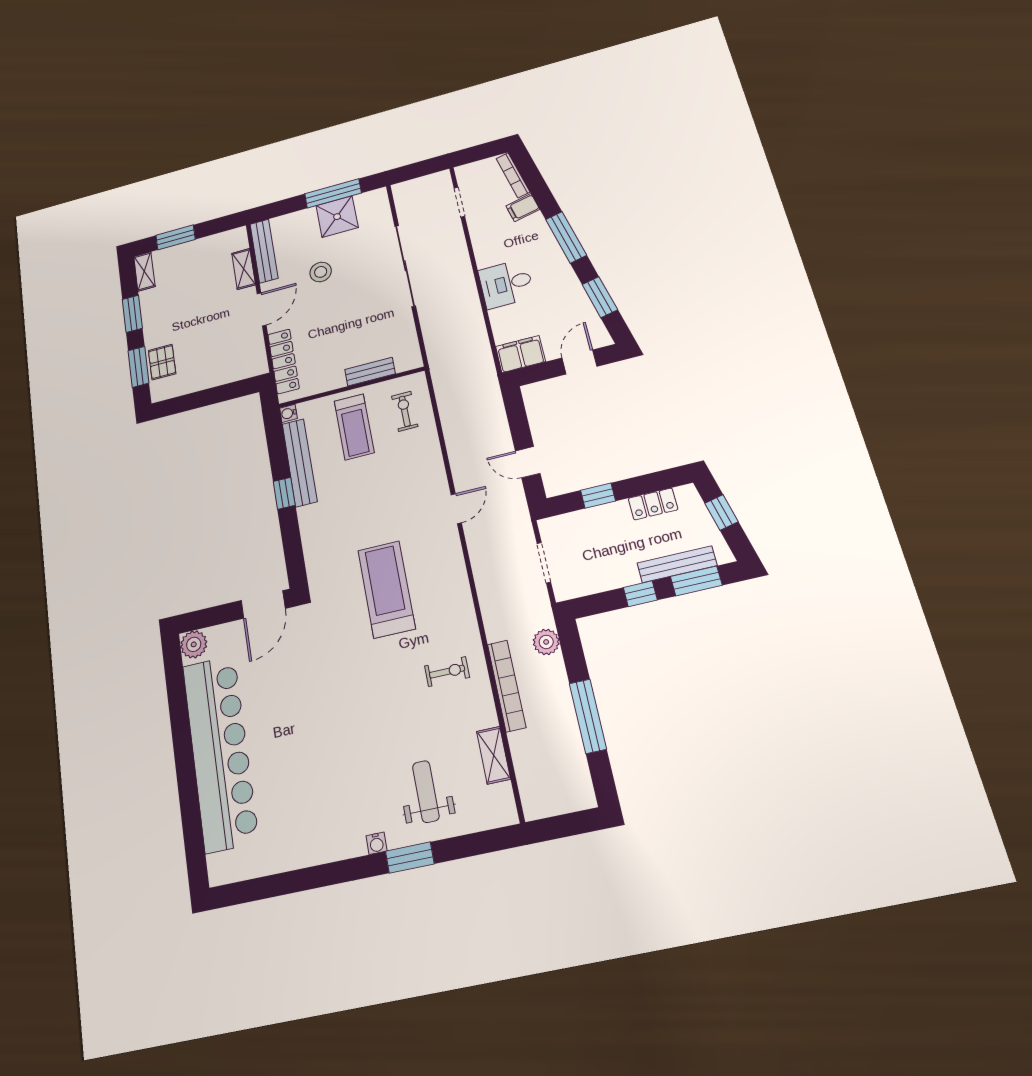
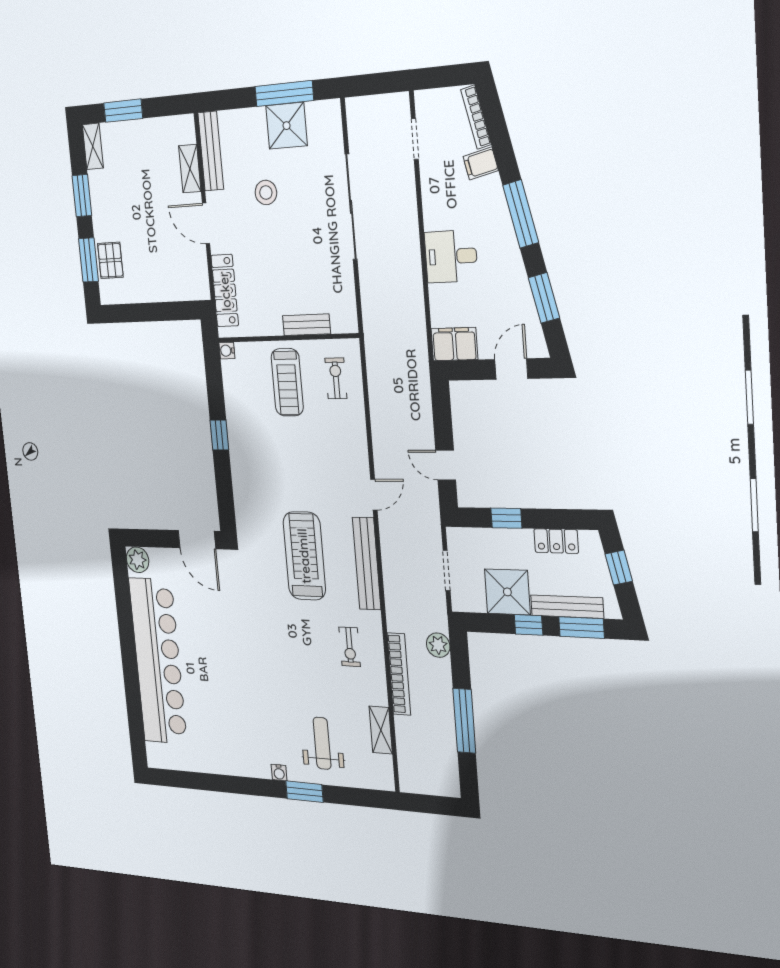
door: (262, 309) -> (206, 223), swing flipped
bench: (300, 463) -> (367, 564), moved
shower: (612, 567) -> (507, 592), added
door: (263, 604) -> (197, 540), hinge flipped
exercise bike: (447, 672) -> (350, 647), turned 90

